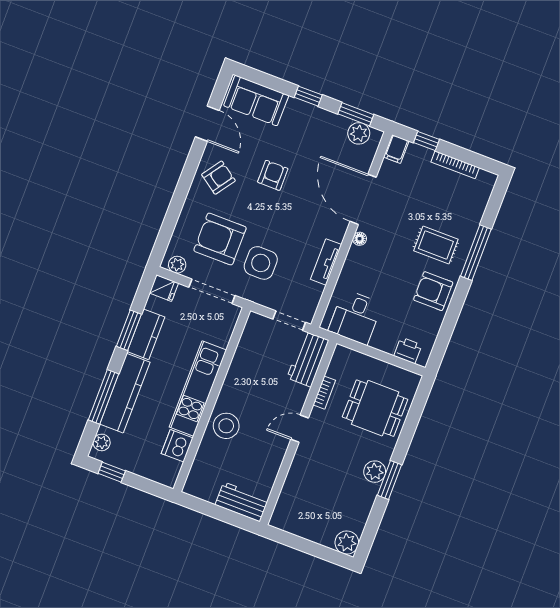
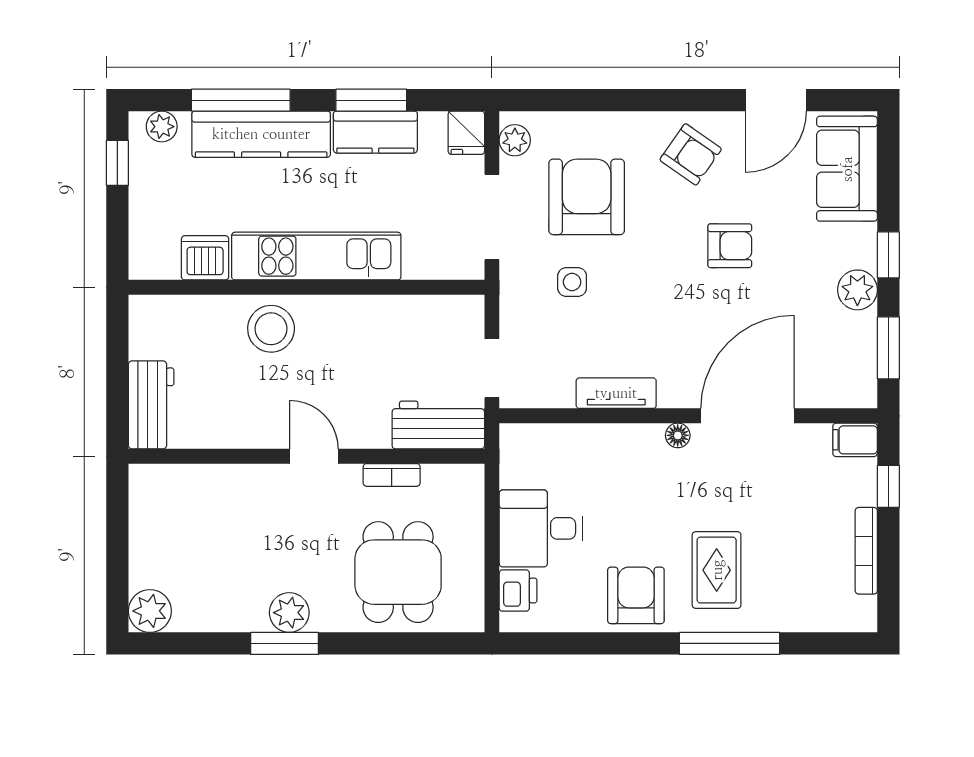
plant: (359, 133) -> (857, 290), moved
side table: (261, 263) -> (572, 282), width x0.54, depth x0.54
desk: (355, 317) -> (541, 528), moved

